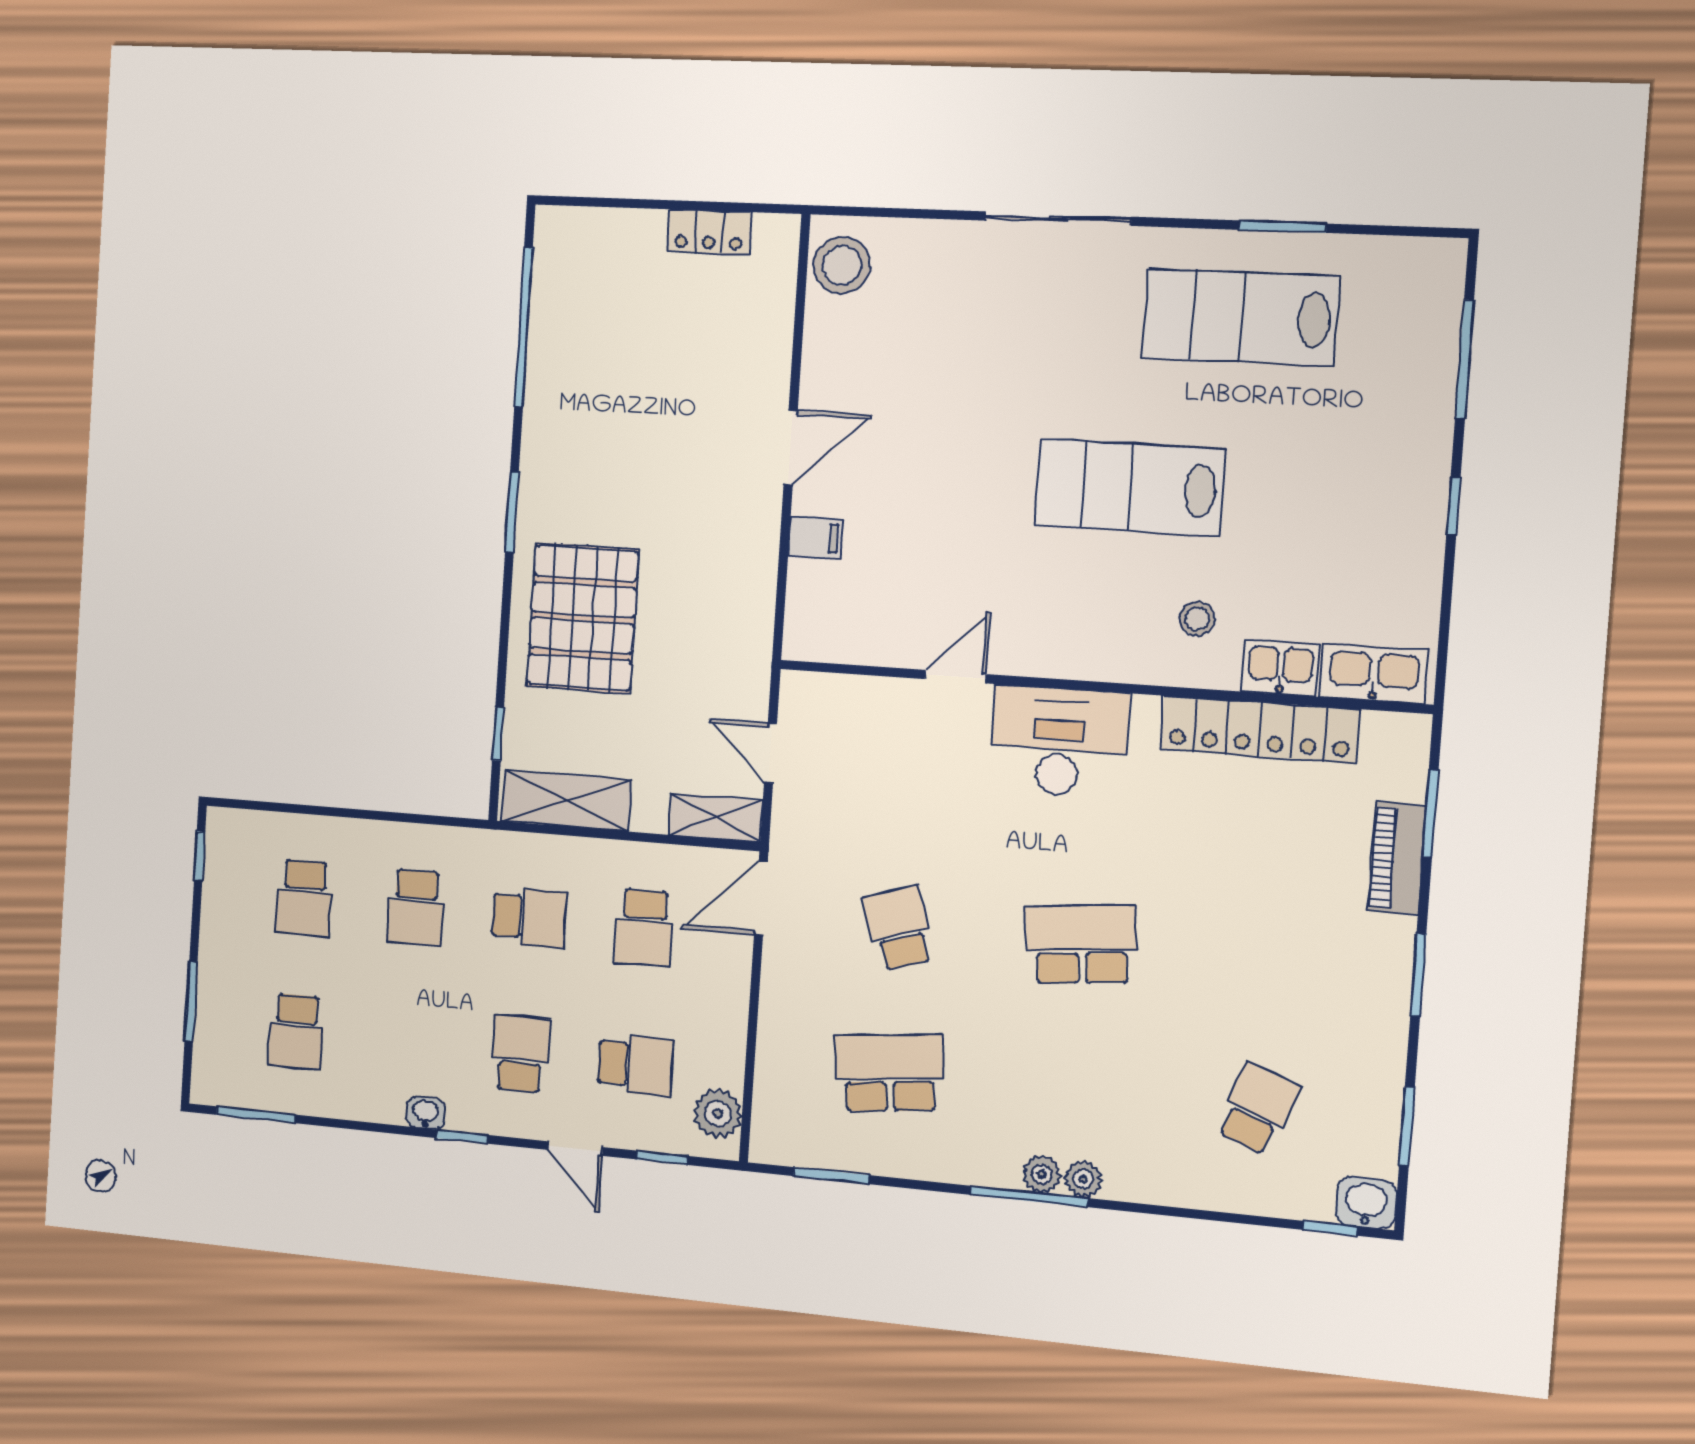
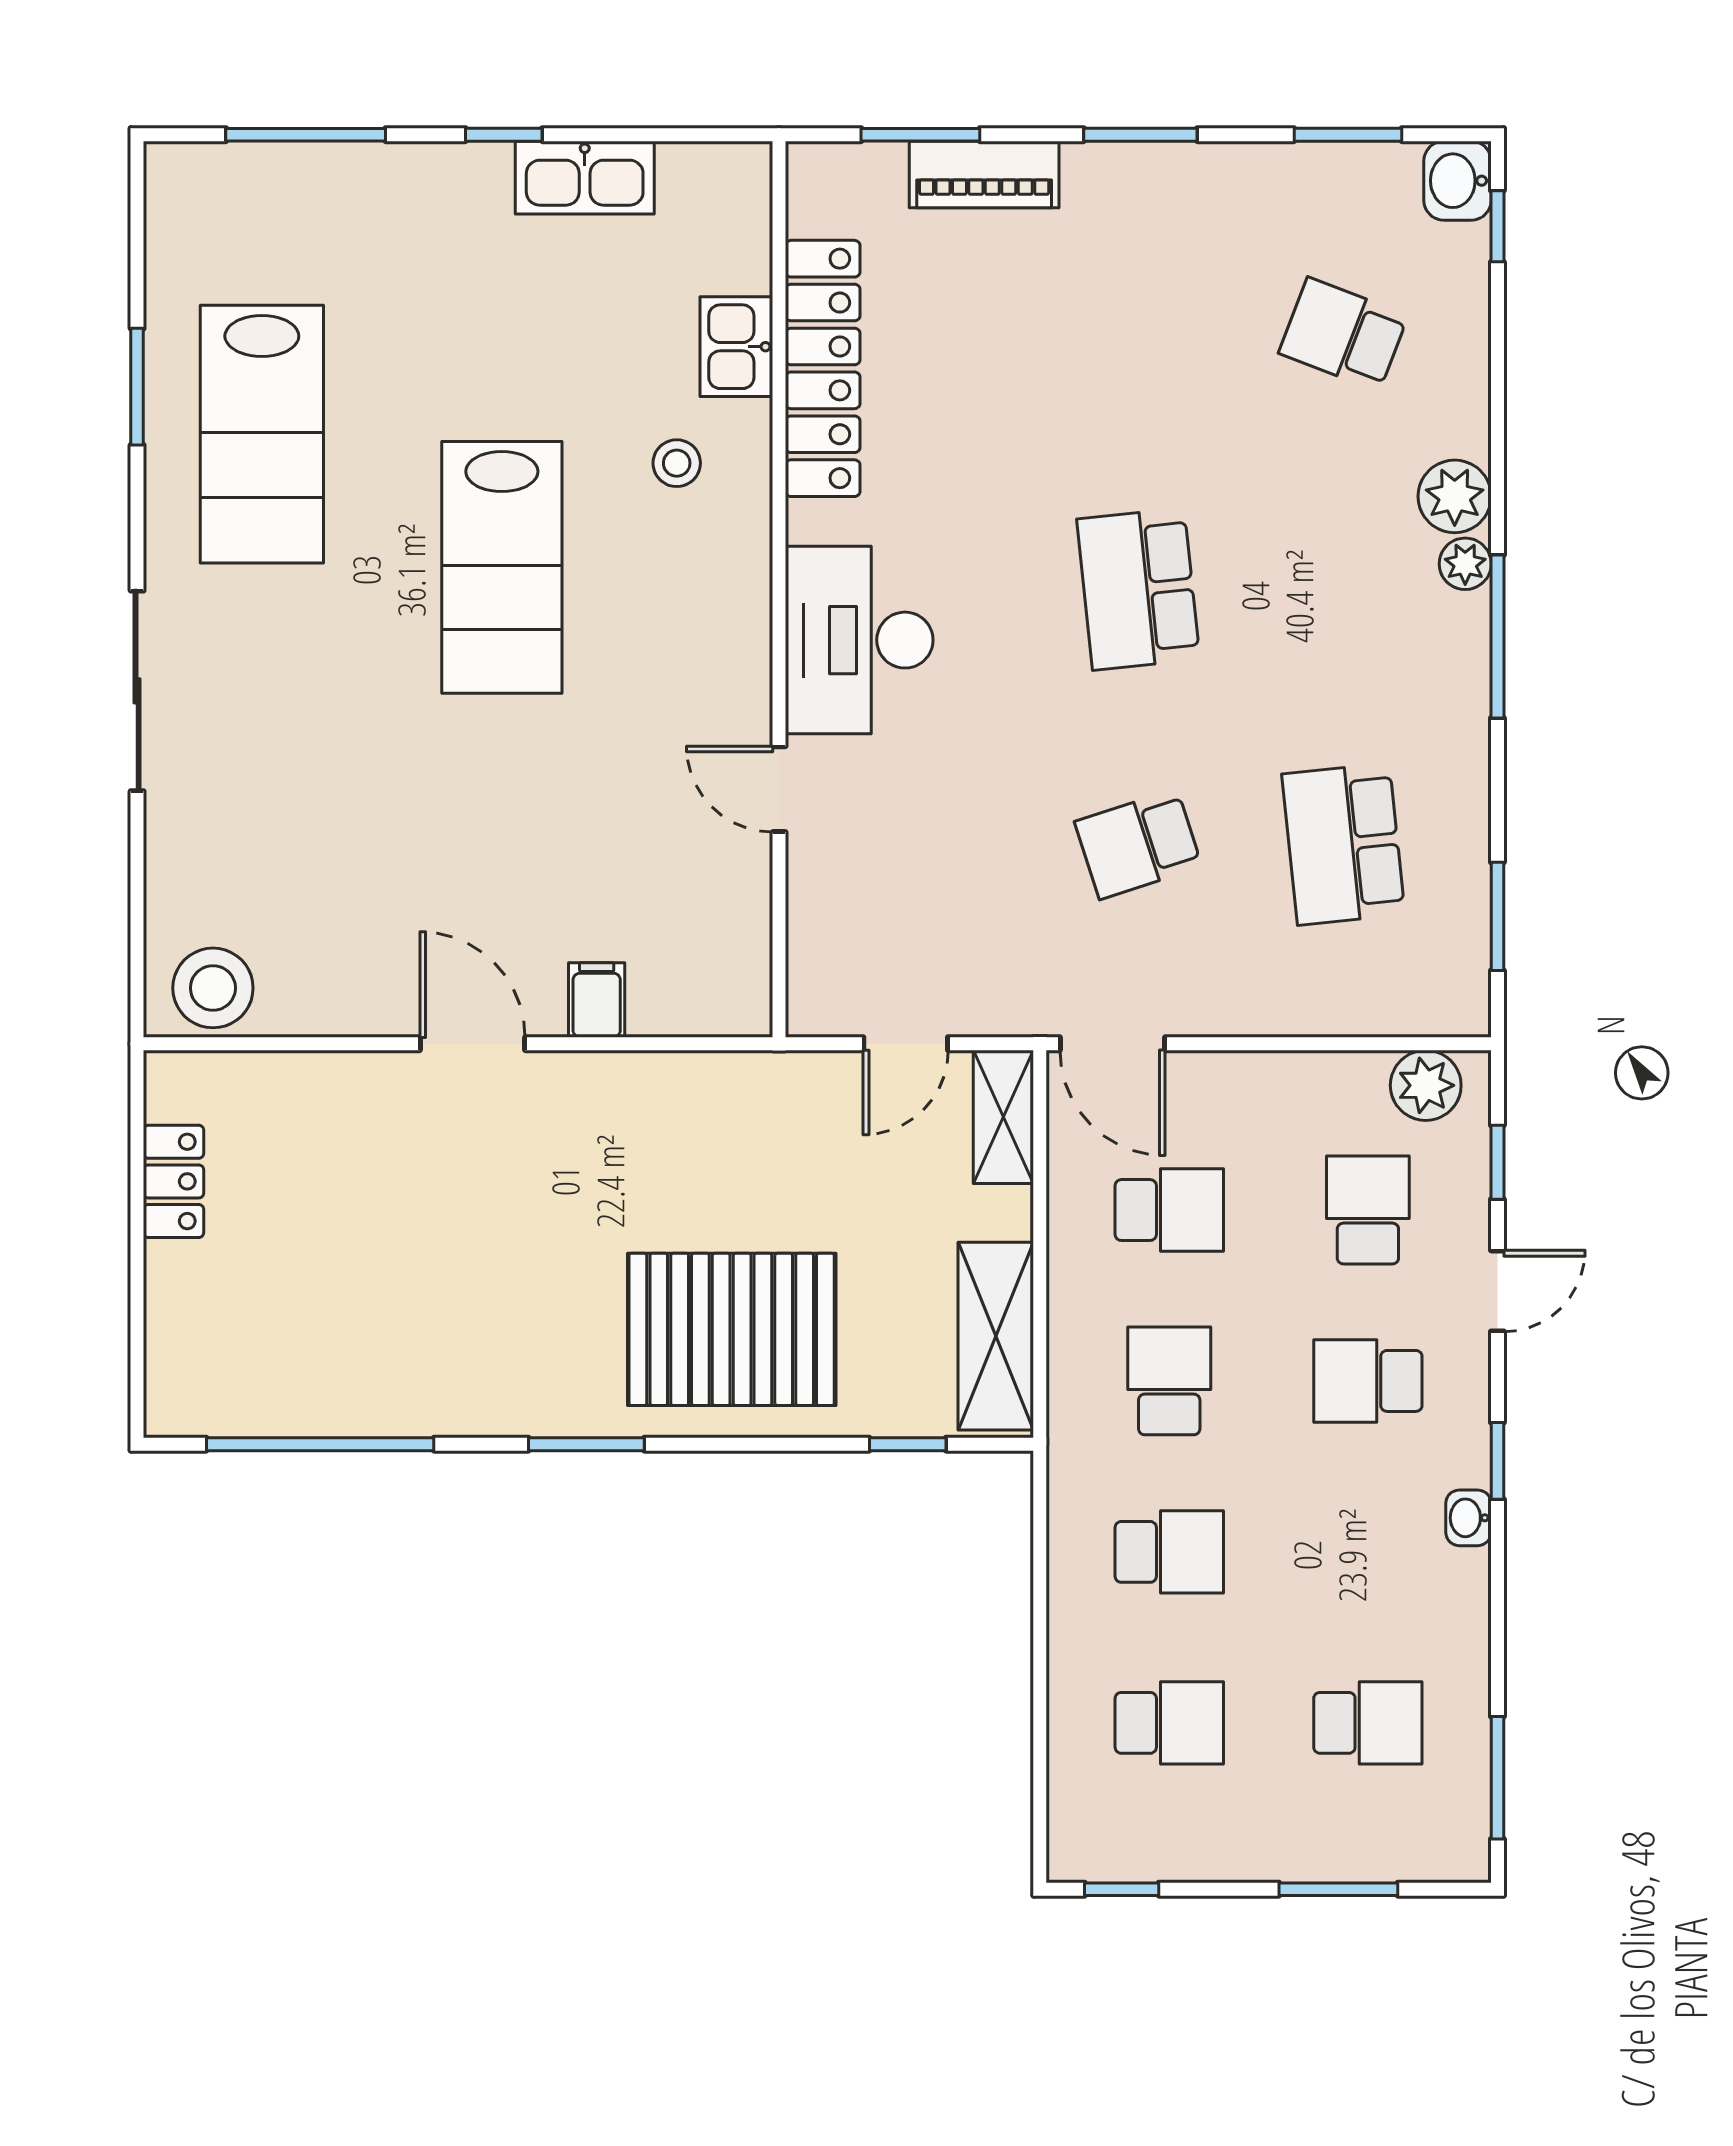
kitchen sink: (1374, 674) -> (585, 178), moved, turned -90
plant: (1042, 1174) -> (1455, 496), moved, width x1.38, depth x1.38

